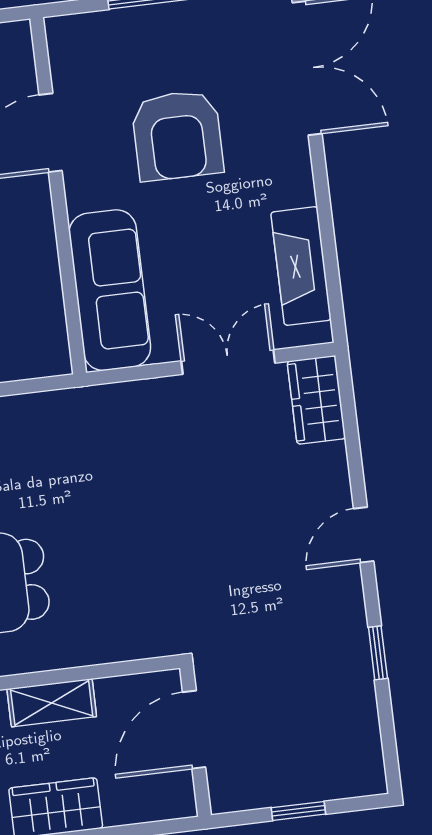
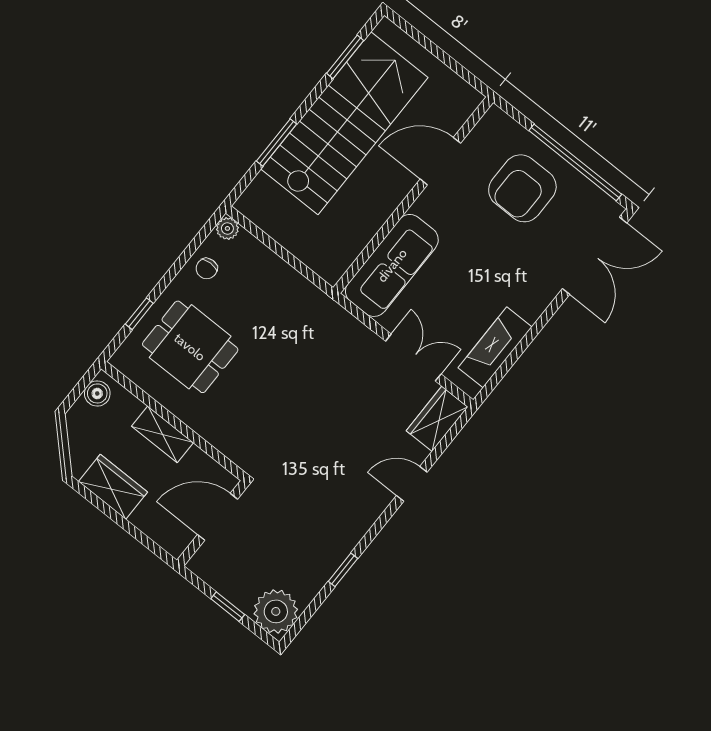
armchair: (177, 135) -> (522, 188), moved
door: (364, 535) -> (412, 484), moved
plant: (353, 766) -> (276, 611), added

